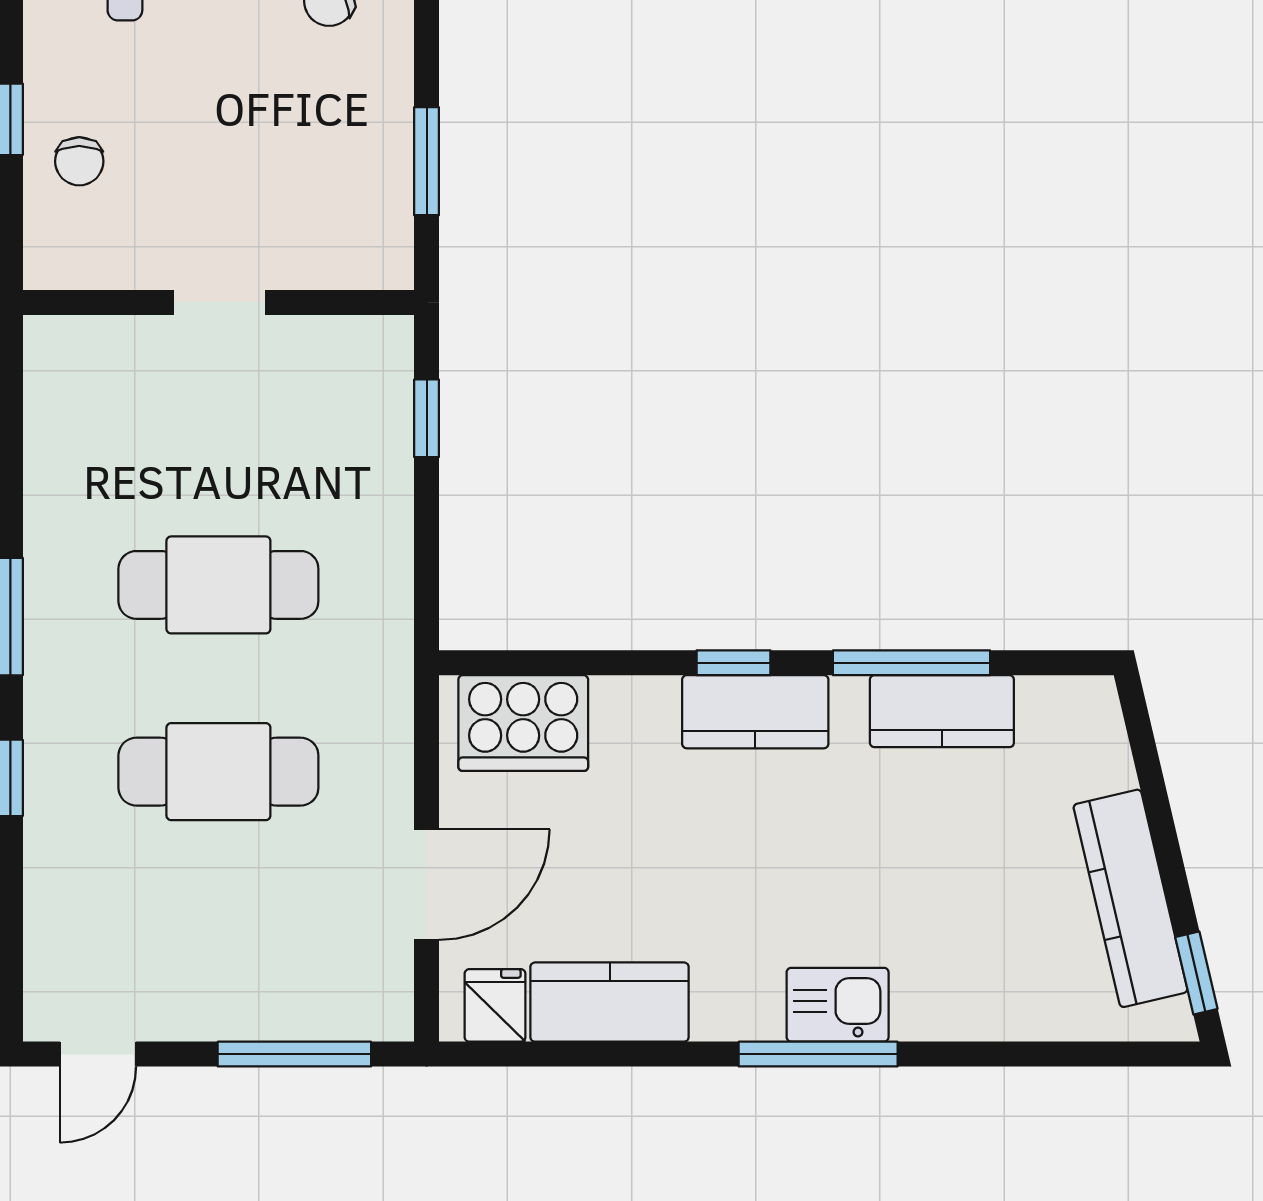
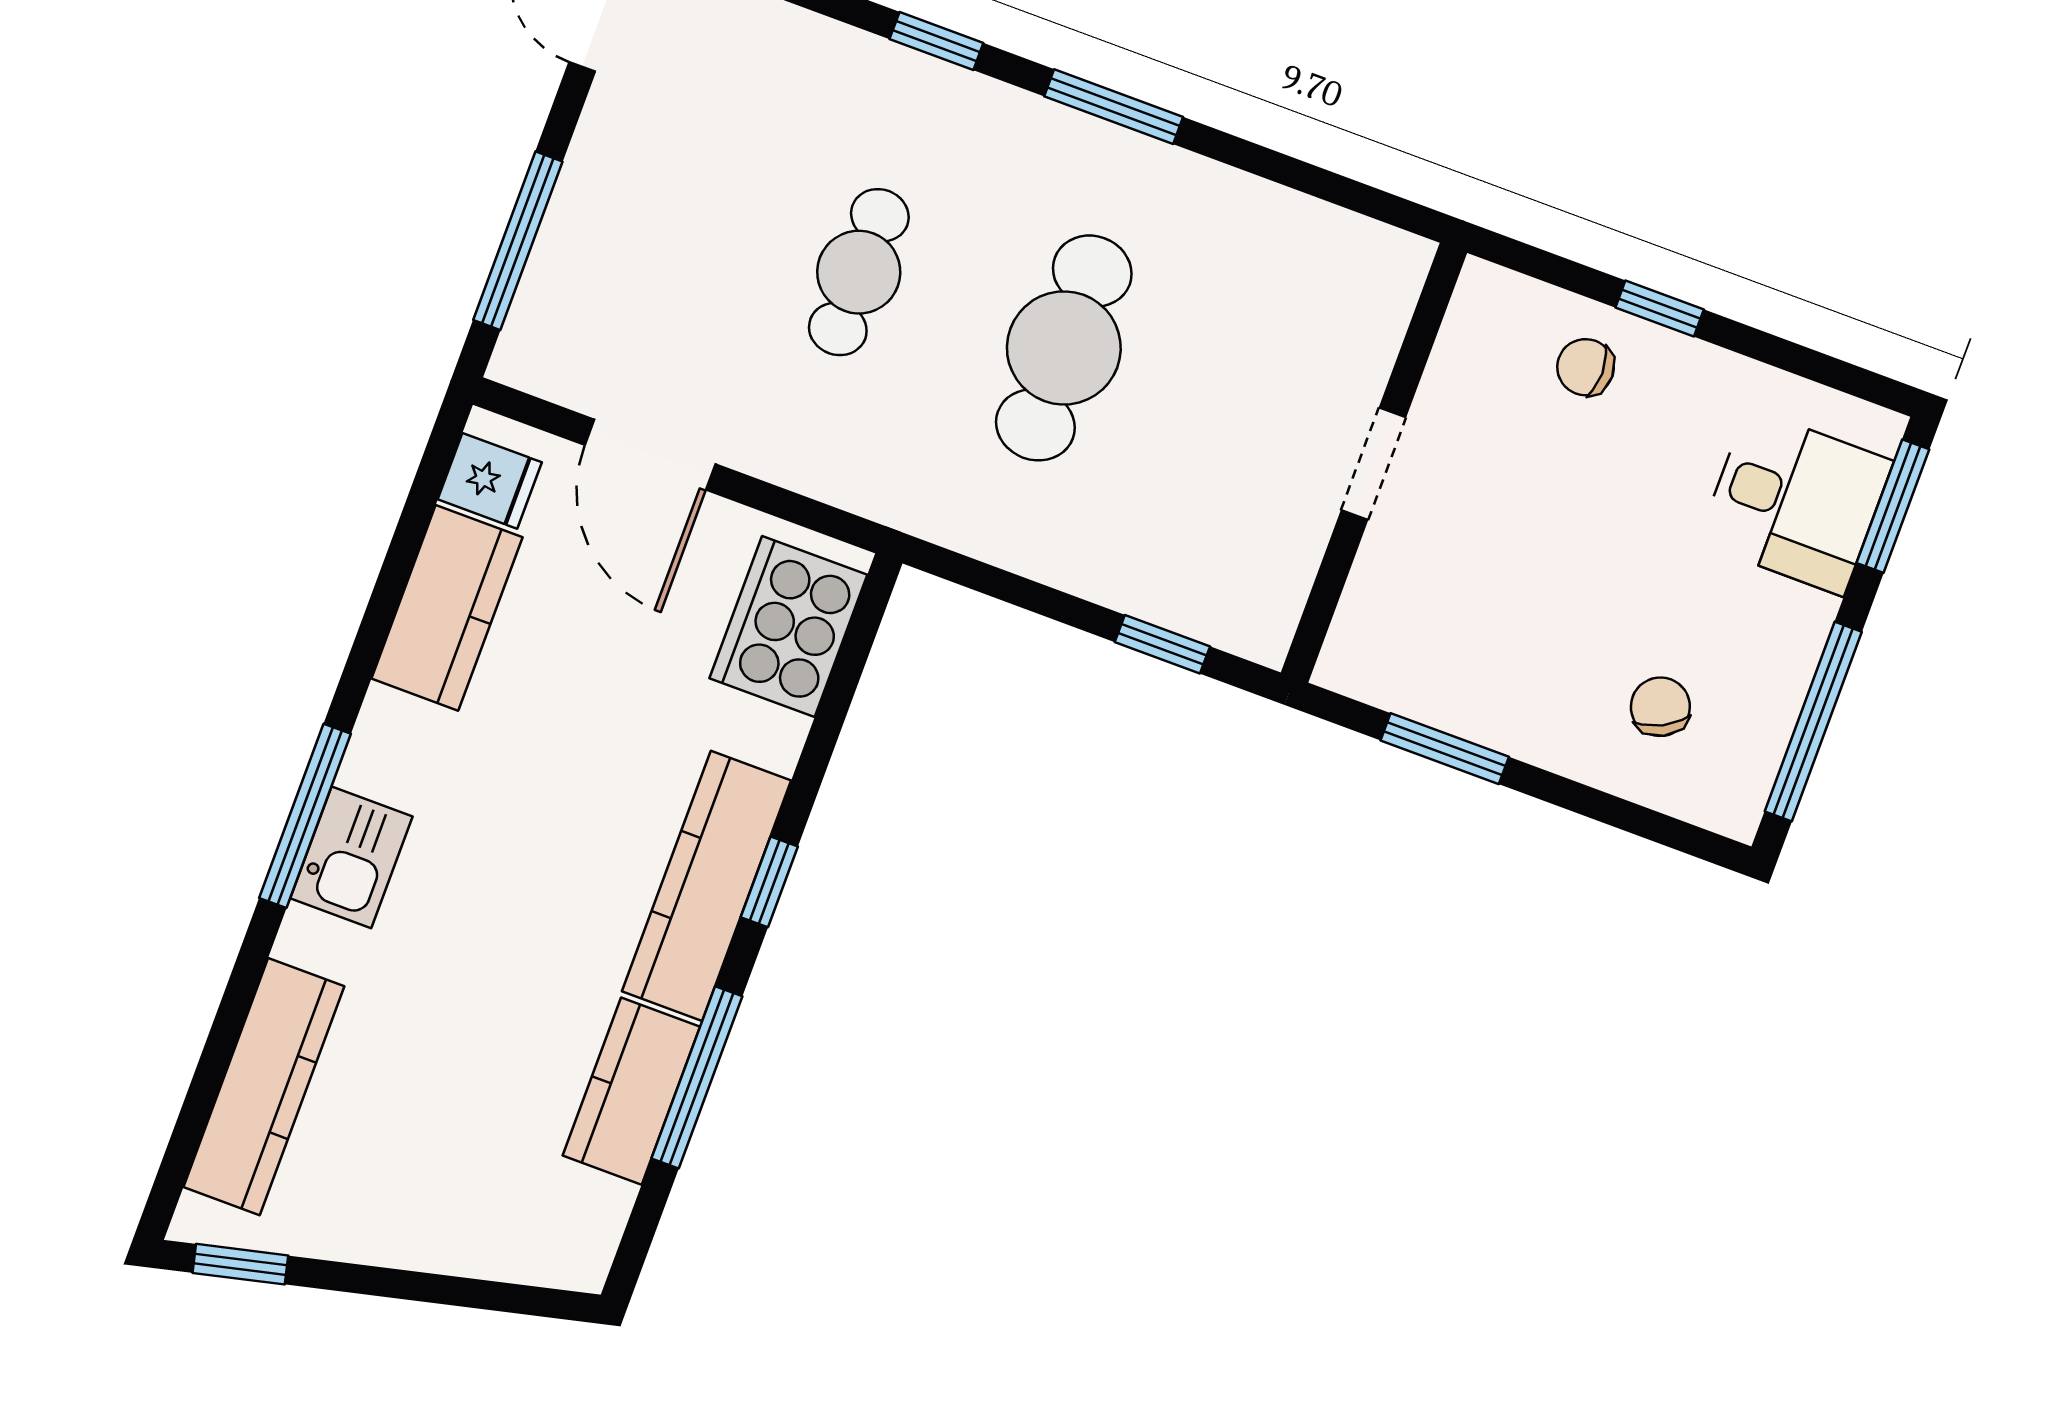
kitchen counter: (755, 712) -> (707, 886), width x1.50
cafe table: (218, 772) -> (859, 272), width x0.73, depth x0.74
kitchen counter: (1130, 898) -> (264, 1087), moved, turned 103

